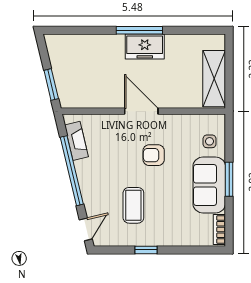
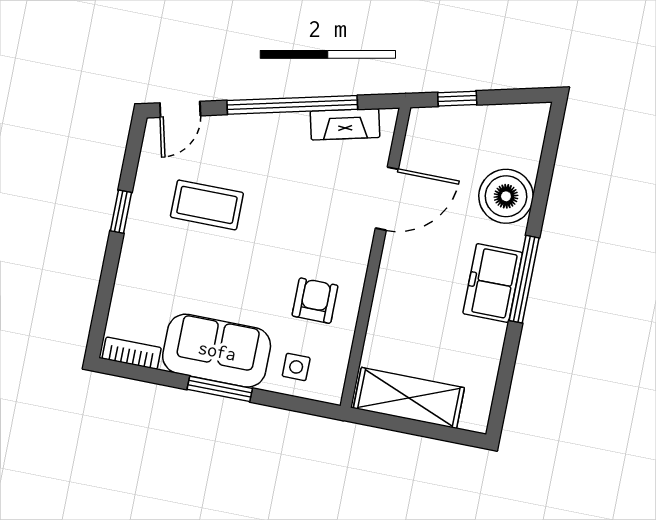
boiler: (98, 49) -> (506, 196), added
window: (51, 84) -> (457, 99), width x0.67
door: (141, 111) -> (387, 199), moved
armchair: (154, 155) -> (315, 301), moved
door: (86, 229) -> (180, 109), hinge flipped

